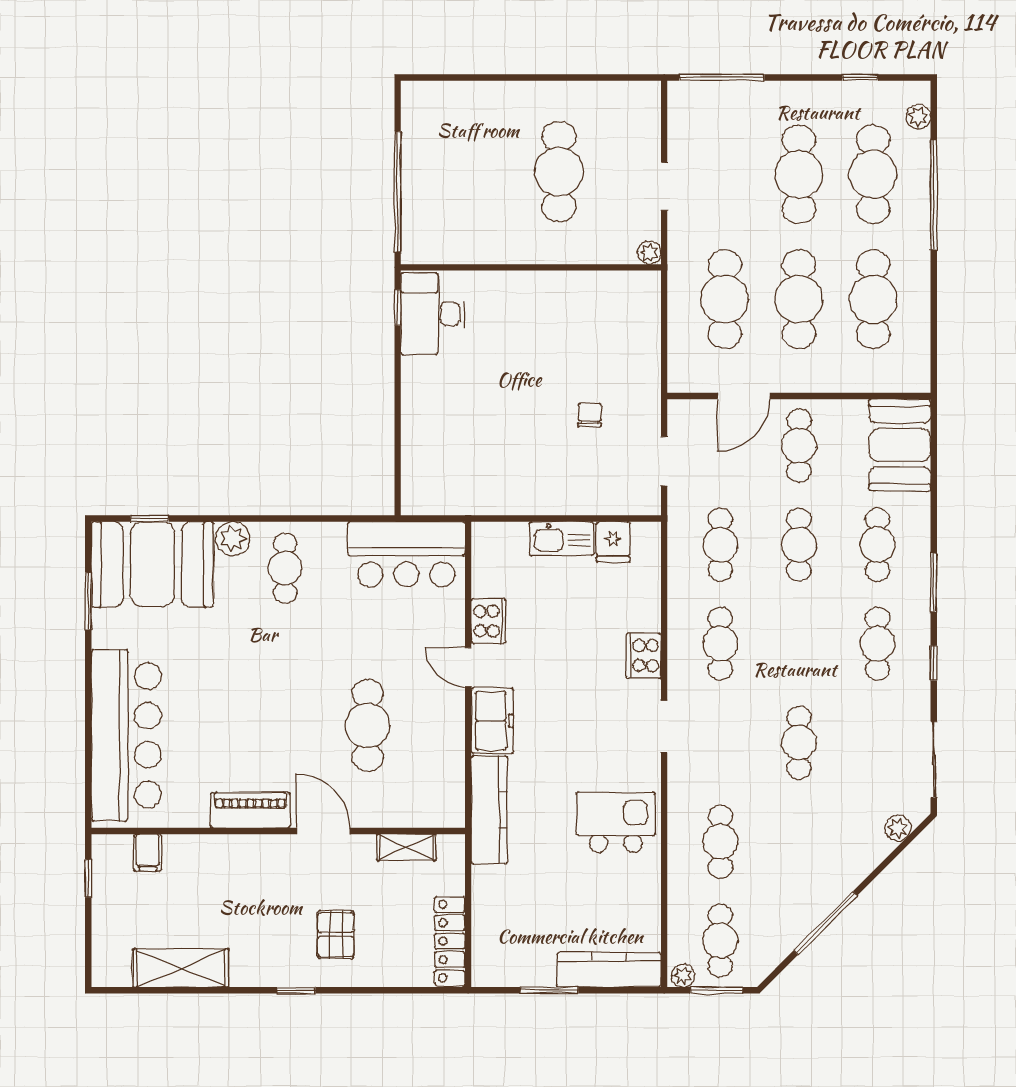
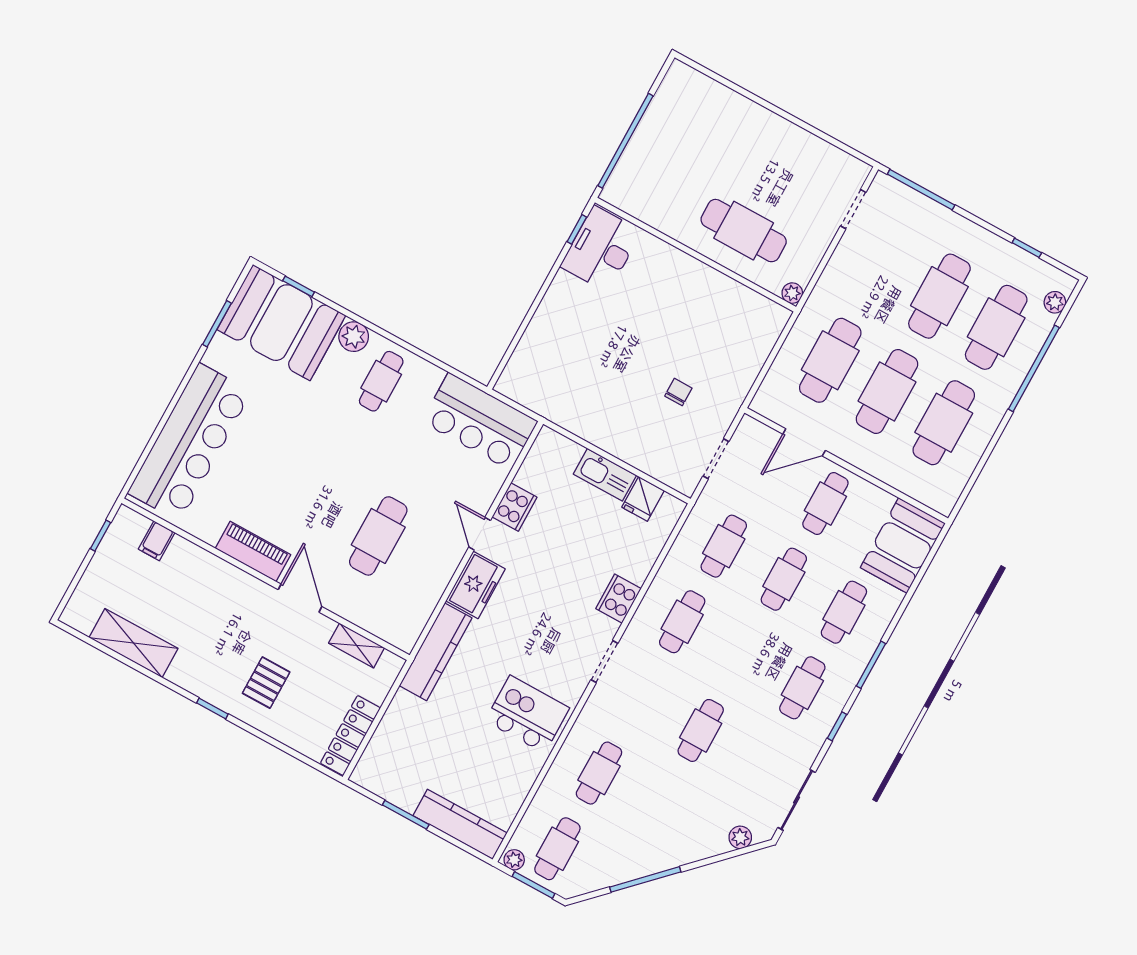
cafe table: (559, 171) -> (744, 231), moved, turned 90
doorway: (664, 186) -> (853, 209), moved

